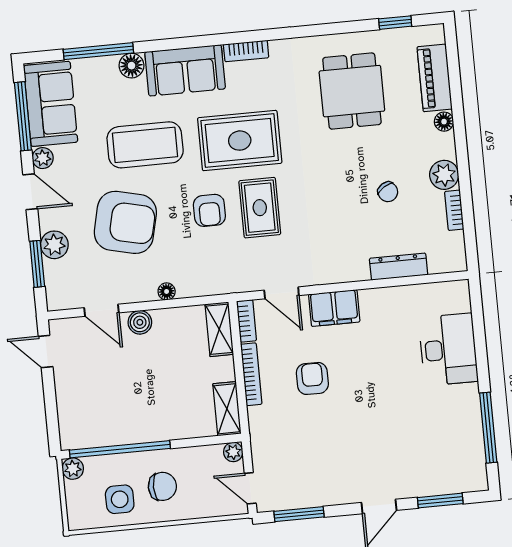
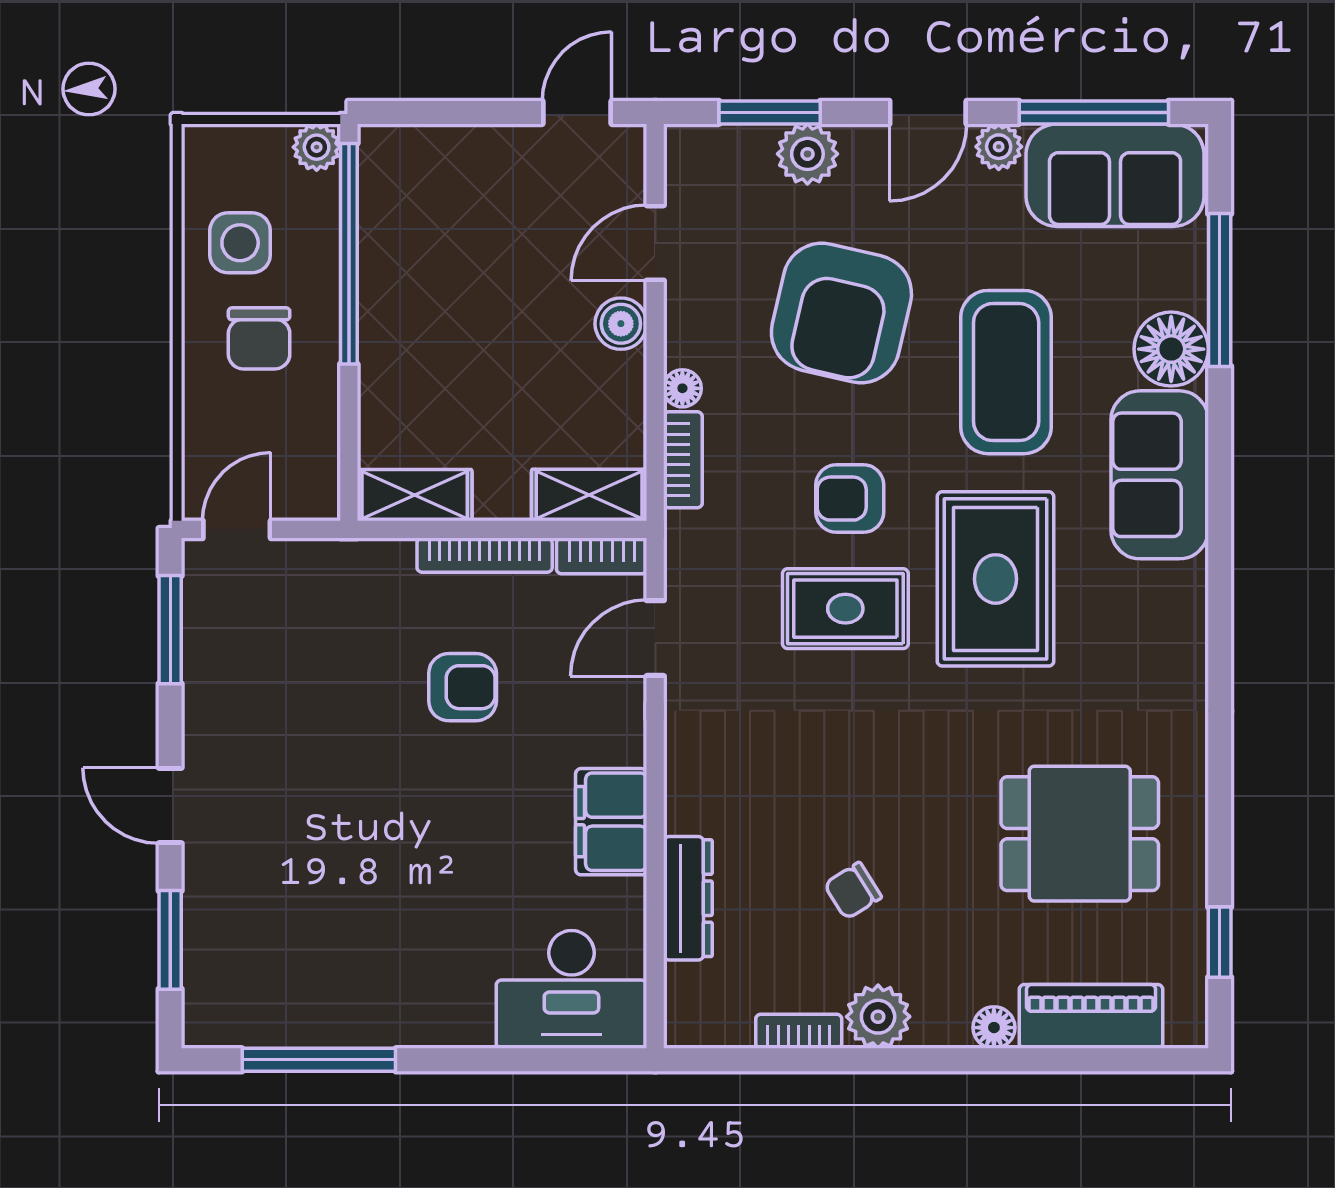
bookcase: (246, 51) -> (683, 460), moved, turned 180
floor lamp: (131, 66) -> (1171, 349), width x1.38, depth x1.38
filing cabinet: (334, 308) -> (611, 822), moved
desk: (448, 349) -> (571, 989), moved
plant: (233, 452) -> (319, 500), removed

